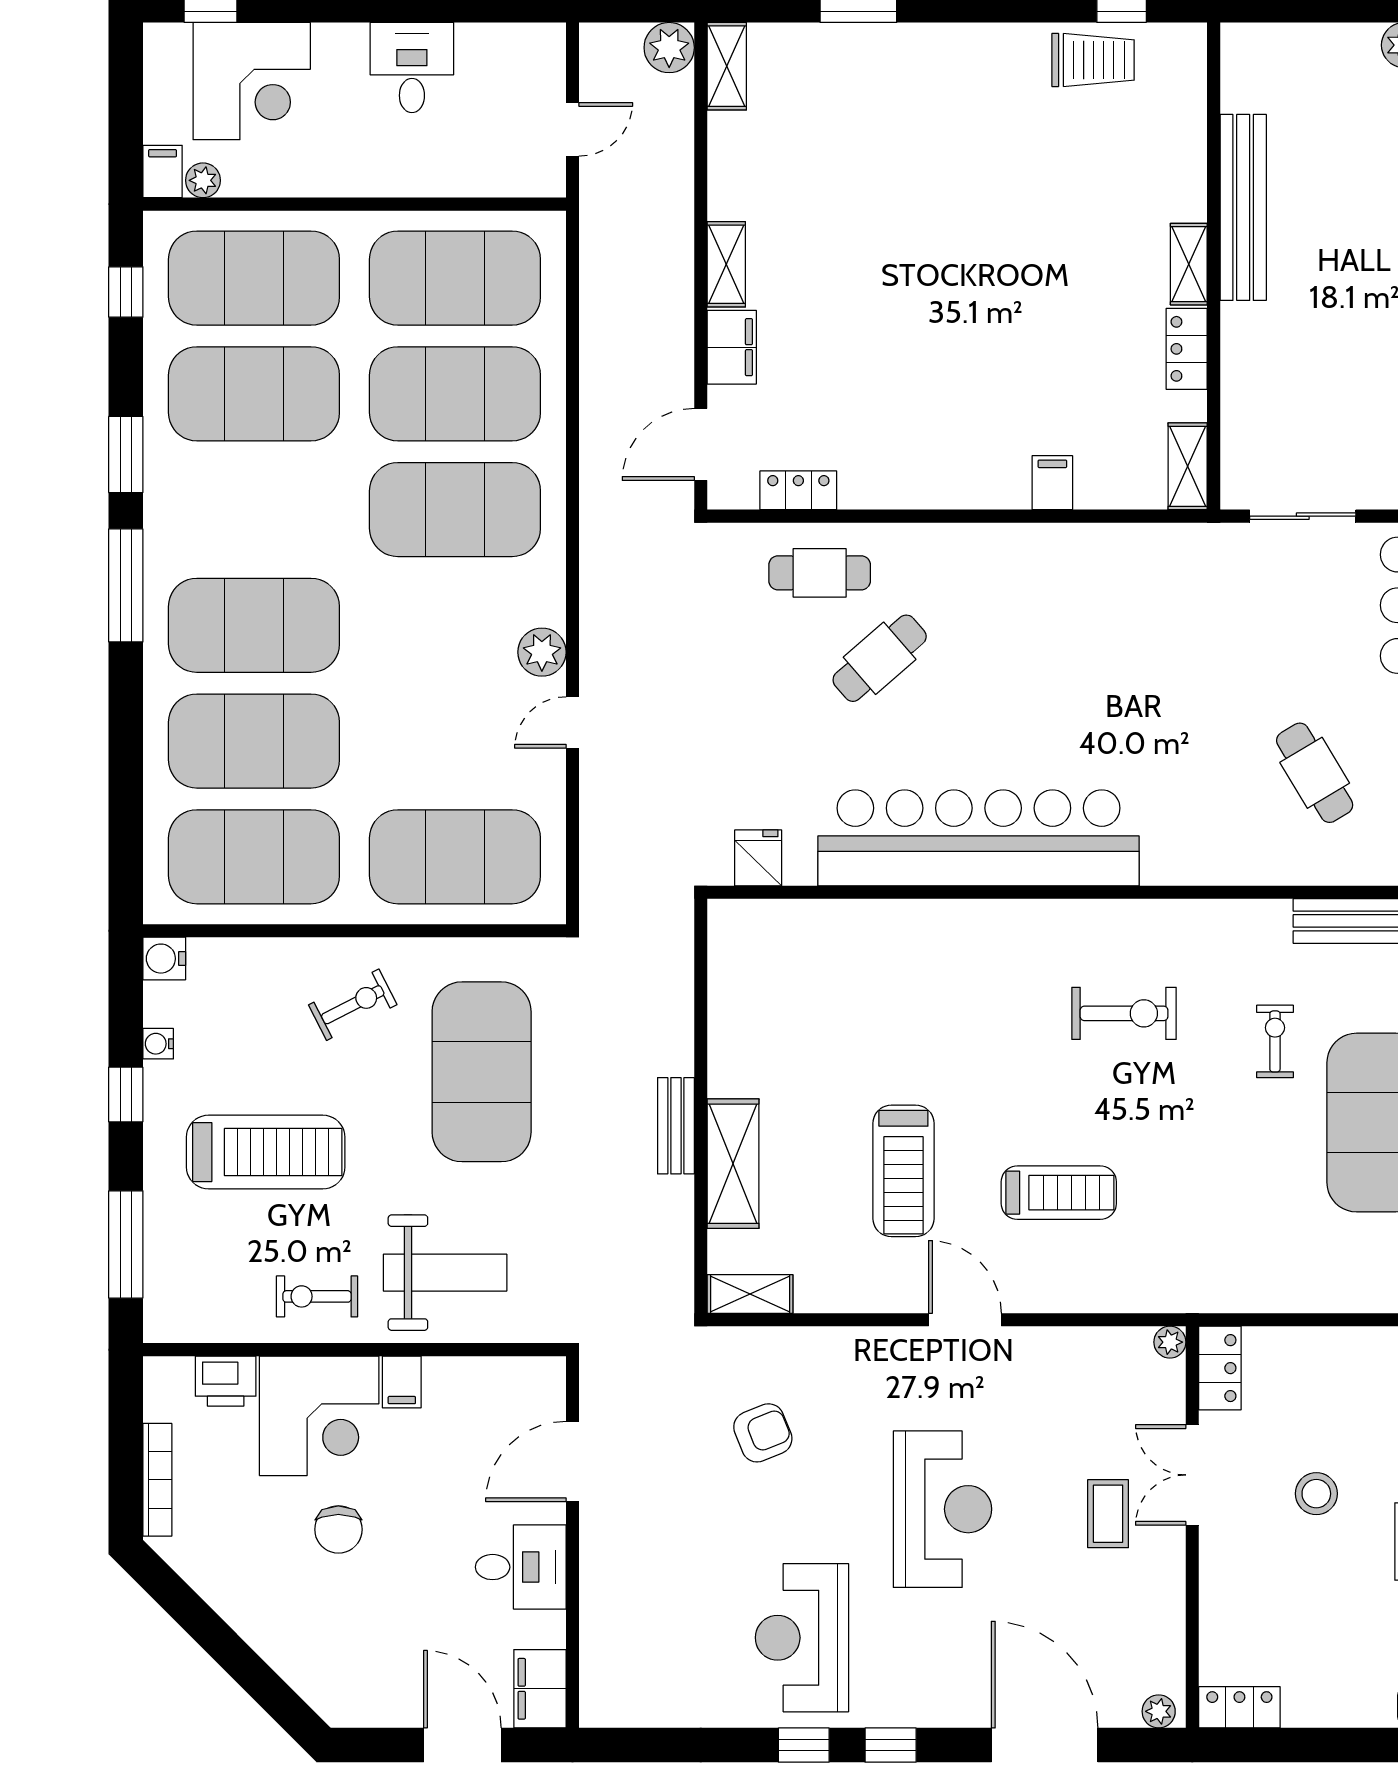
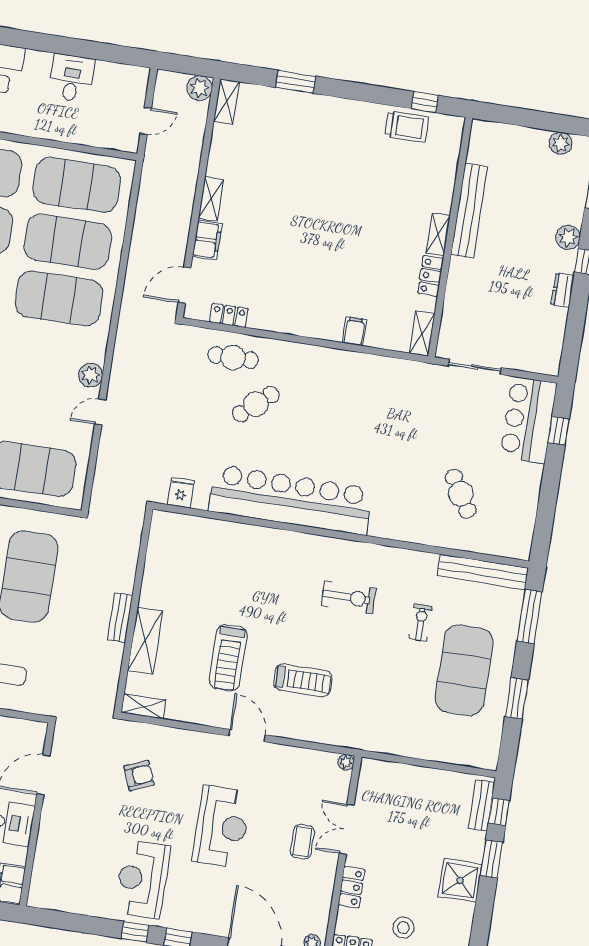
locker: (1220, 1368) -> (351, 887), moved
stool: (1316, 1494) -> (403, 928), moved

